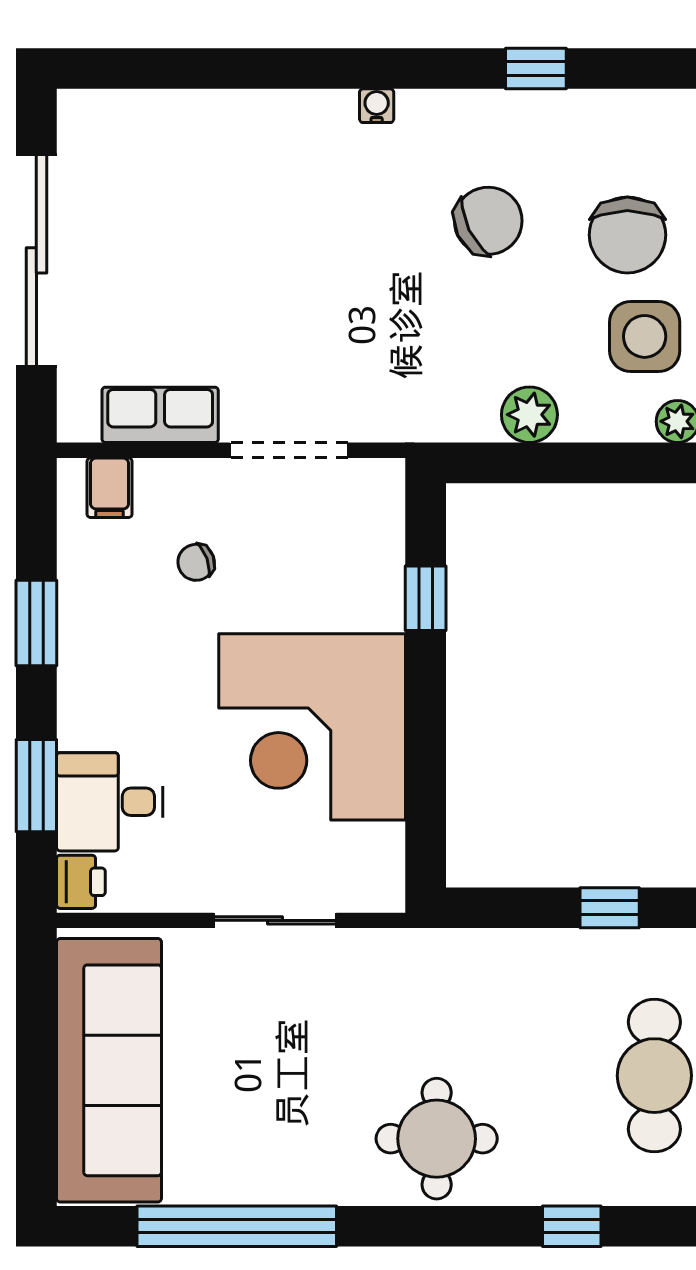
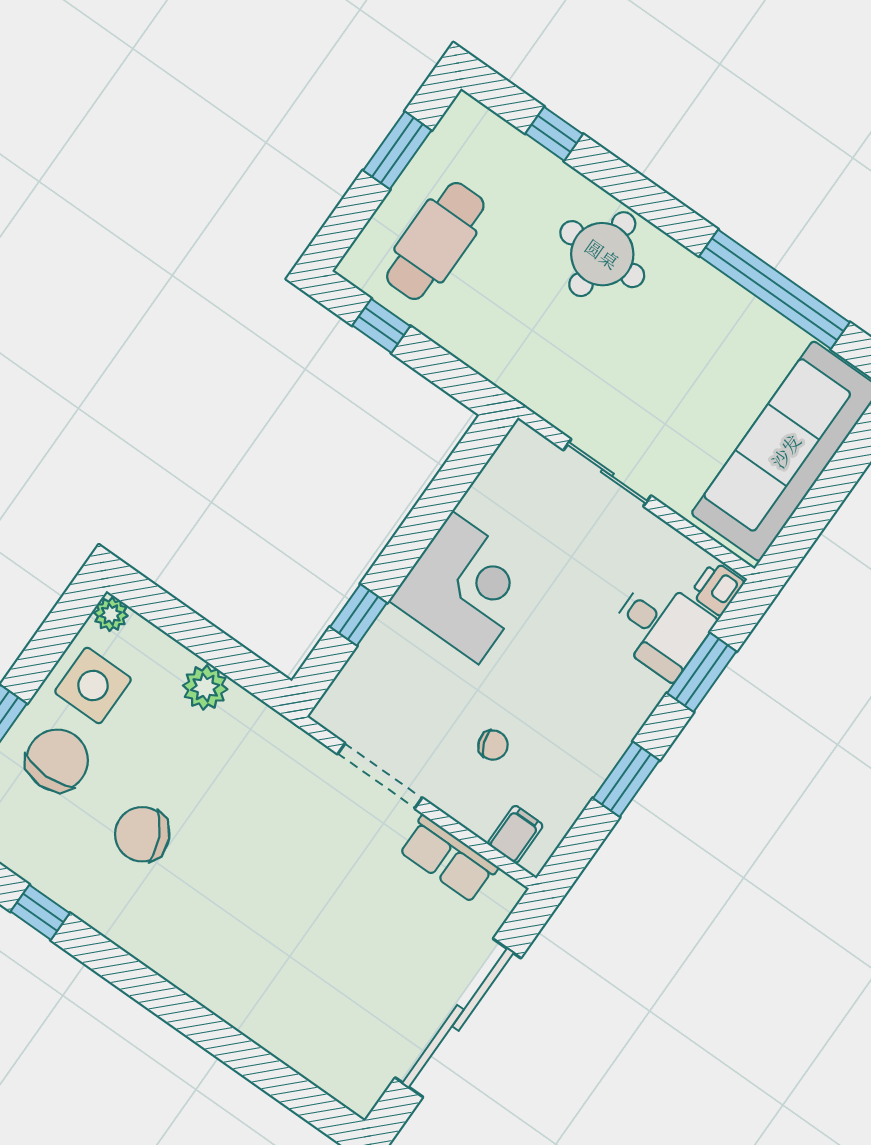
water cooler: (377, 106) -> (162, 962), removed
corner desk: (312, 727) -> (465, 588), width x0.74, depth x0.74
cafe table: (654, 1076) -> (435, 241), moved

